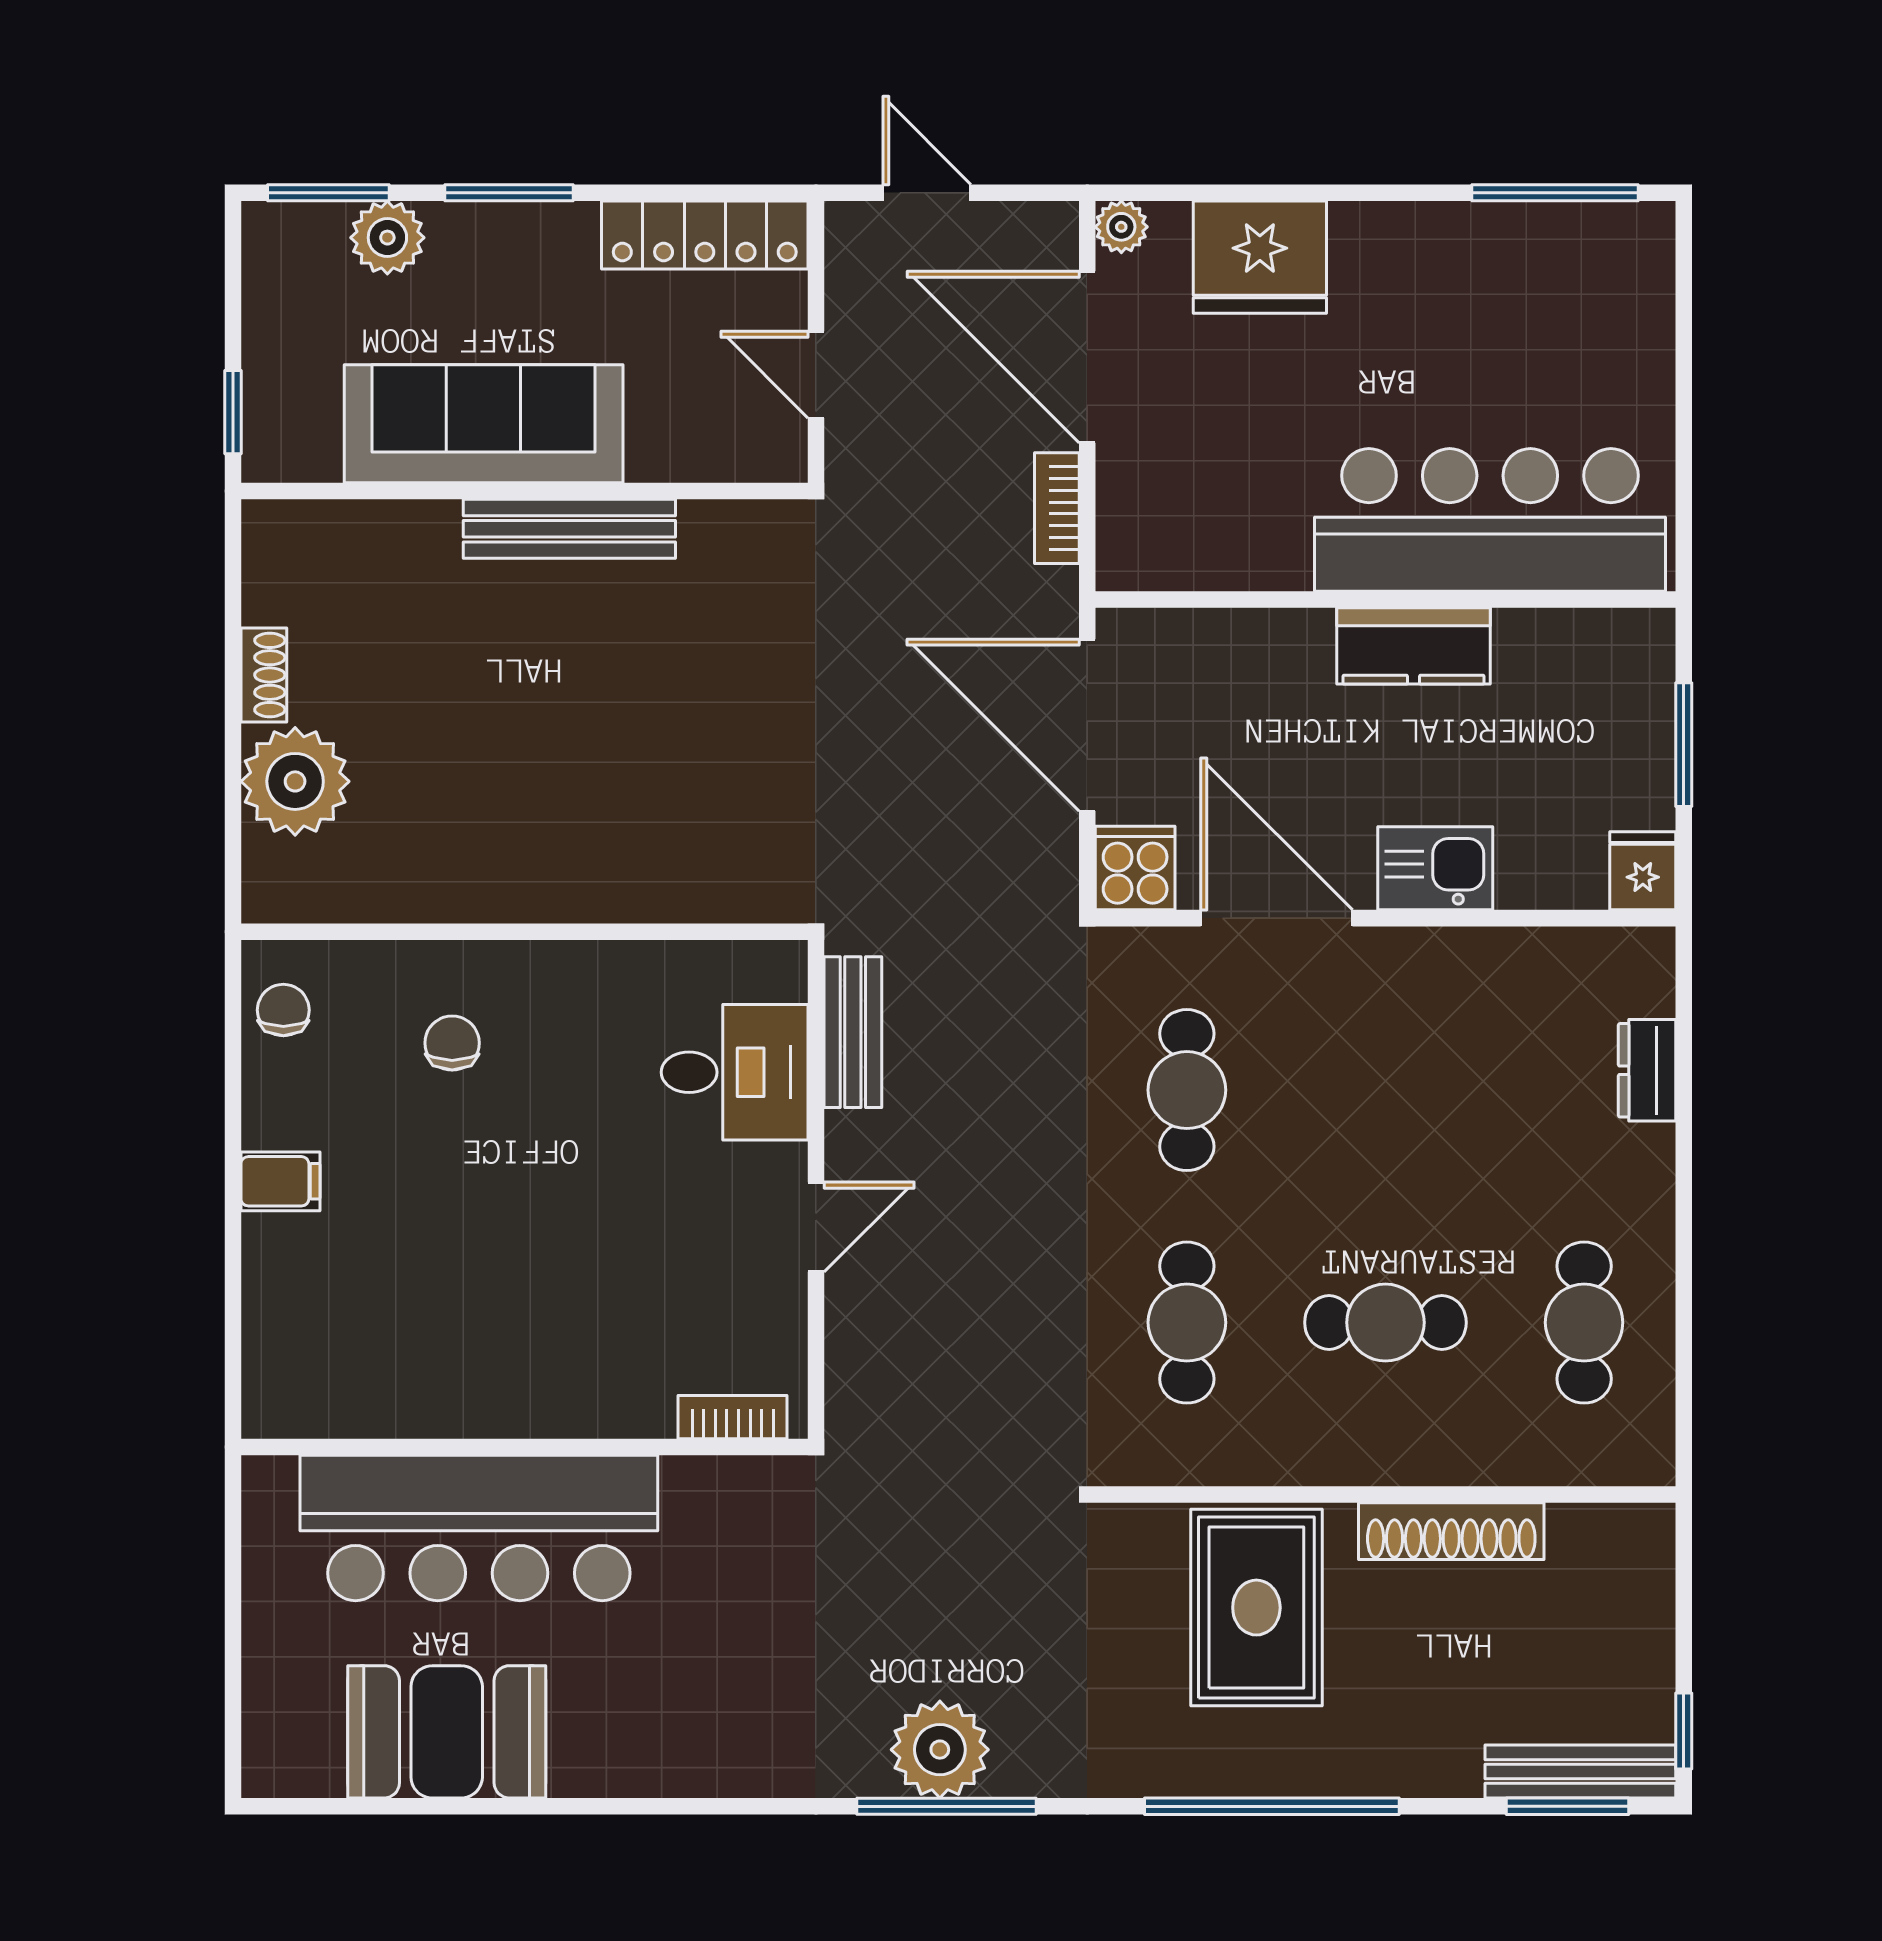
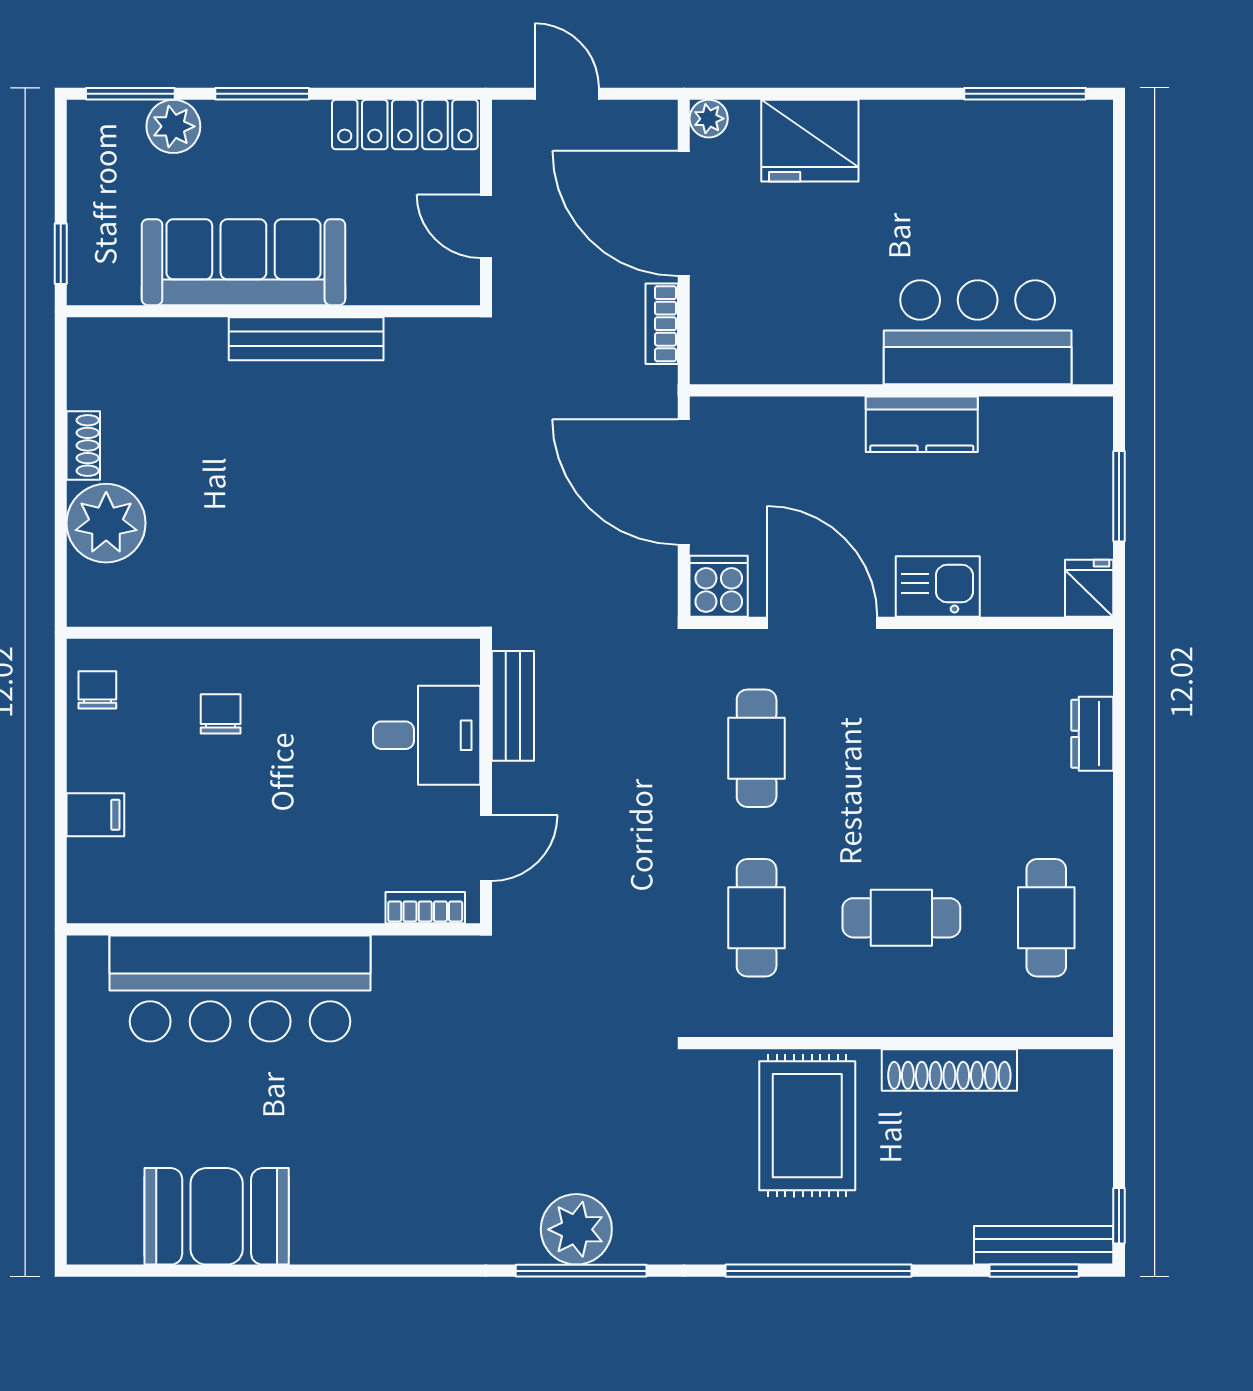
bar counter: (1490, 520) -> (978, 332), width x0.73
bookcase: (733, 1417) -> (425, 908), moved
wall: (524, 1447) -> (273, 929), moved
bar counter: (479, 1528) -> (240, 988), moved

